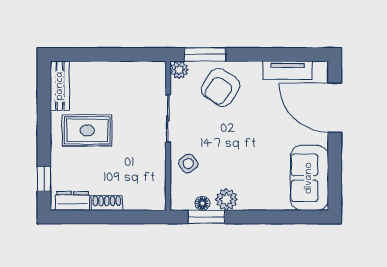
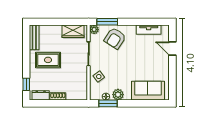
wardrobe: (137, 73) -> (73, 31), added
door: (335, 108) -> (172, 49), width x0.53
sofa: (309, 178) -> (148, 91), moved, turned 90

